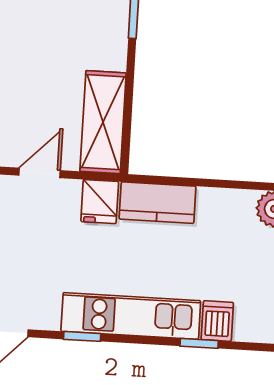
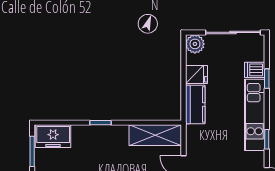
fridge: (100, 202) -> (196, 75), moved

